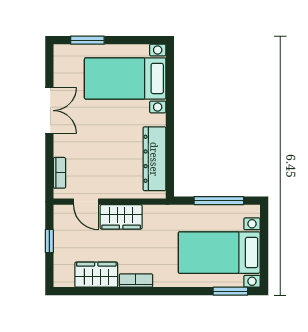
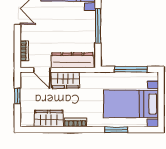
window: (170, 136) -> (98, 26), added
dresser: (154, 159) -> (72, 60), moved, turned 90
window: (230, 291) -> (116, 130), moved

